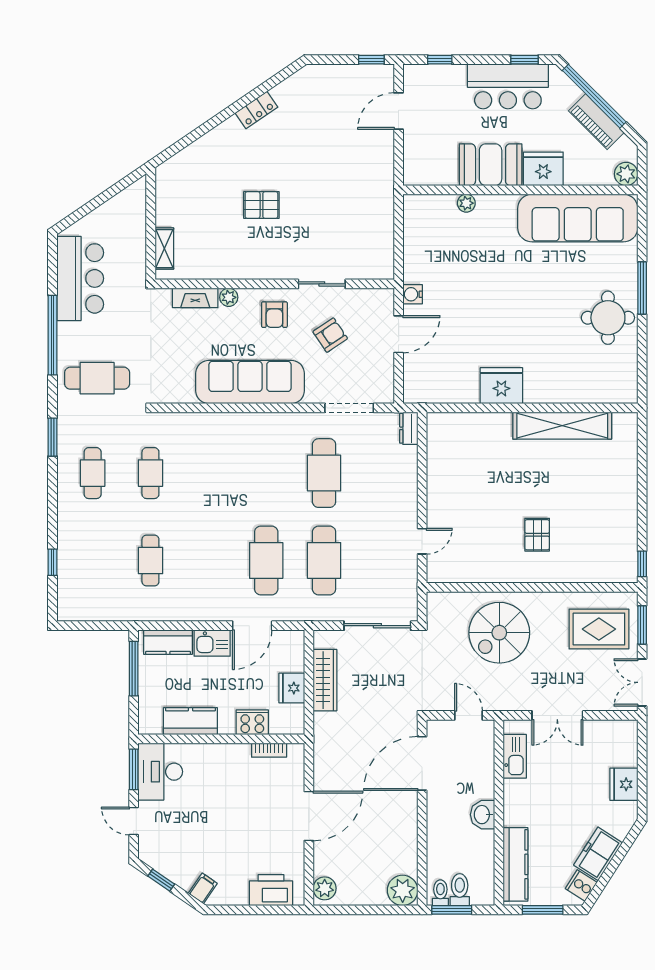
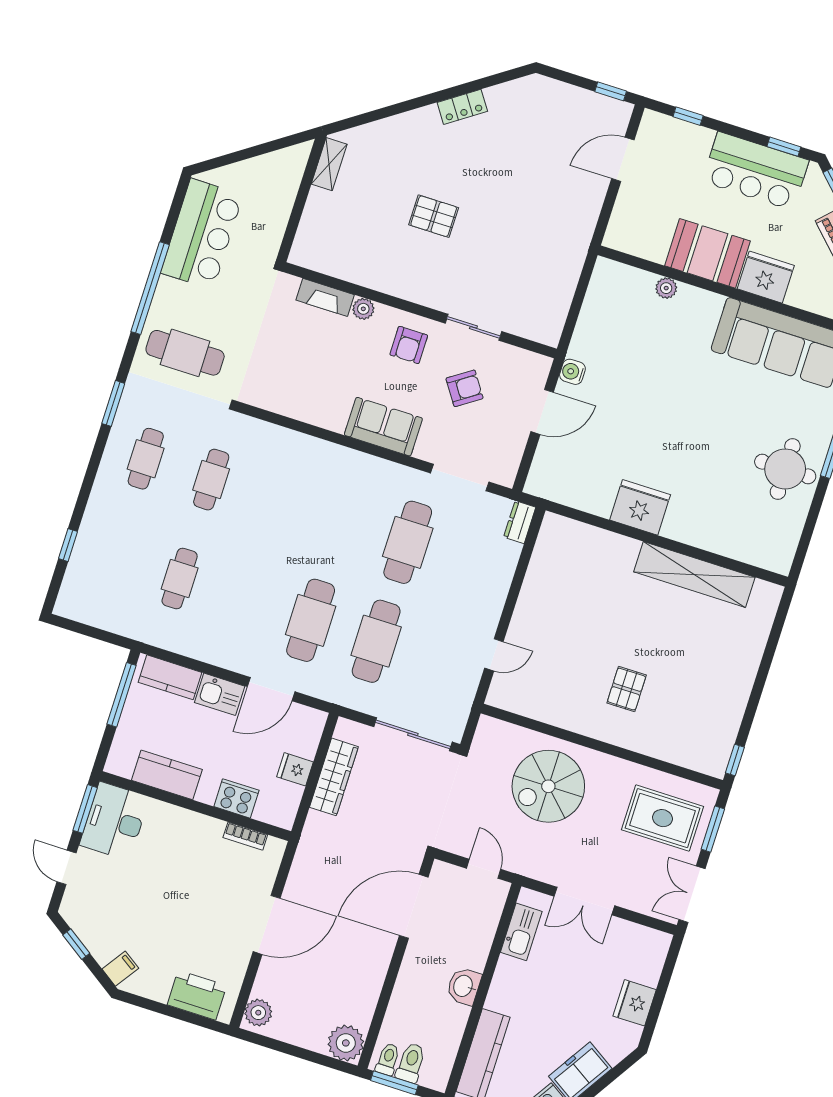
shelving: (164, 249) -> (329, 164), moved
sofa: (250, 382) -> (383, 427), width x0.54, depth x0.79
fridge: (292, 688) -> (295, 769), width x0.72

